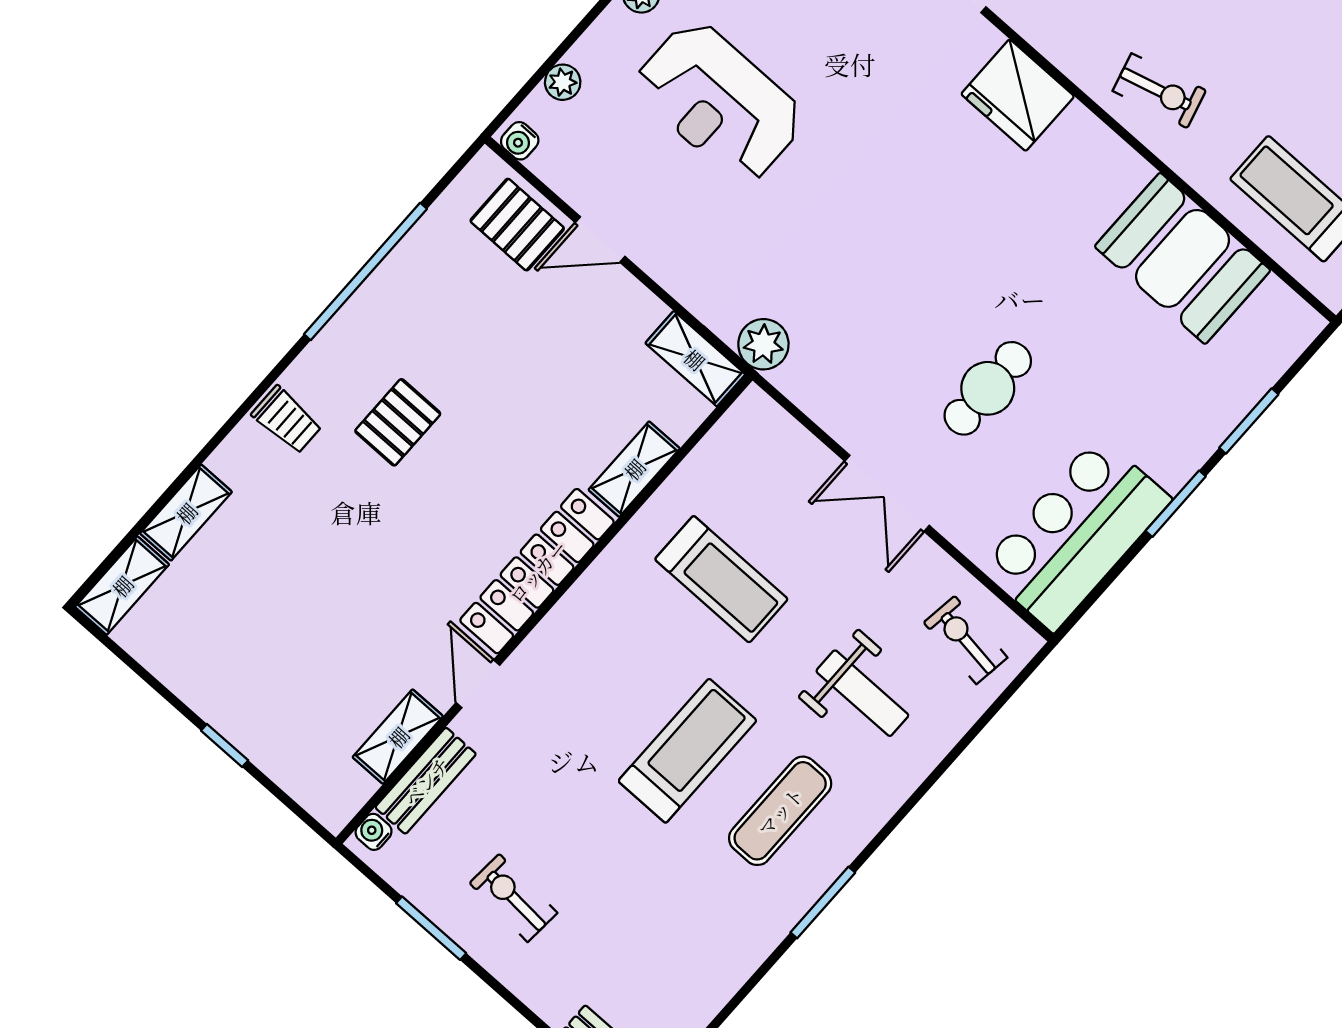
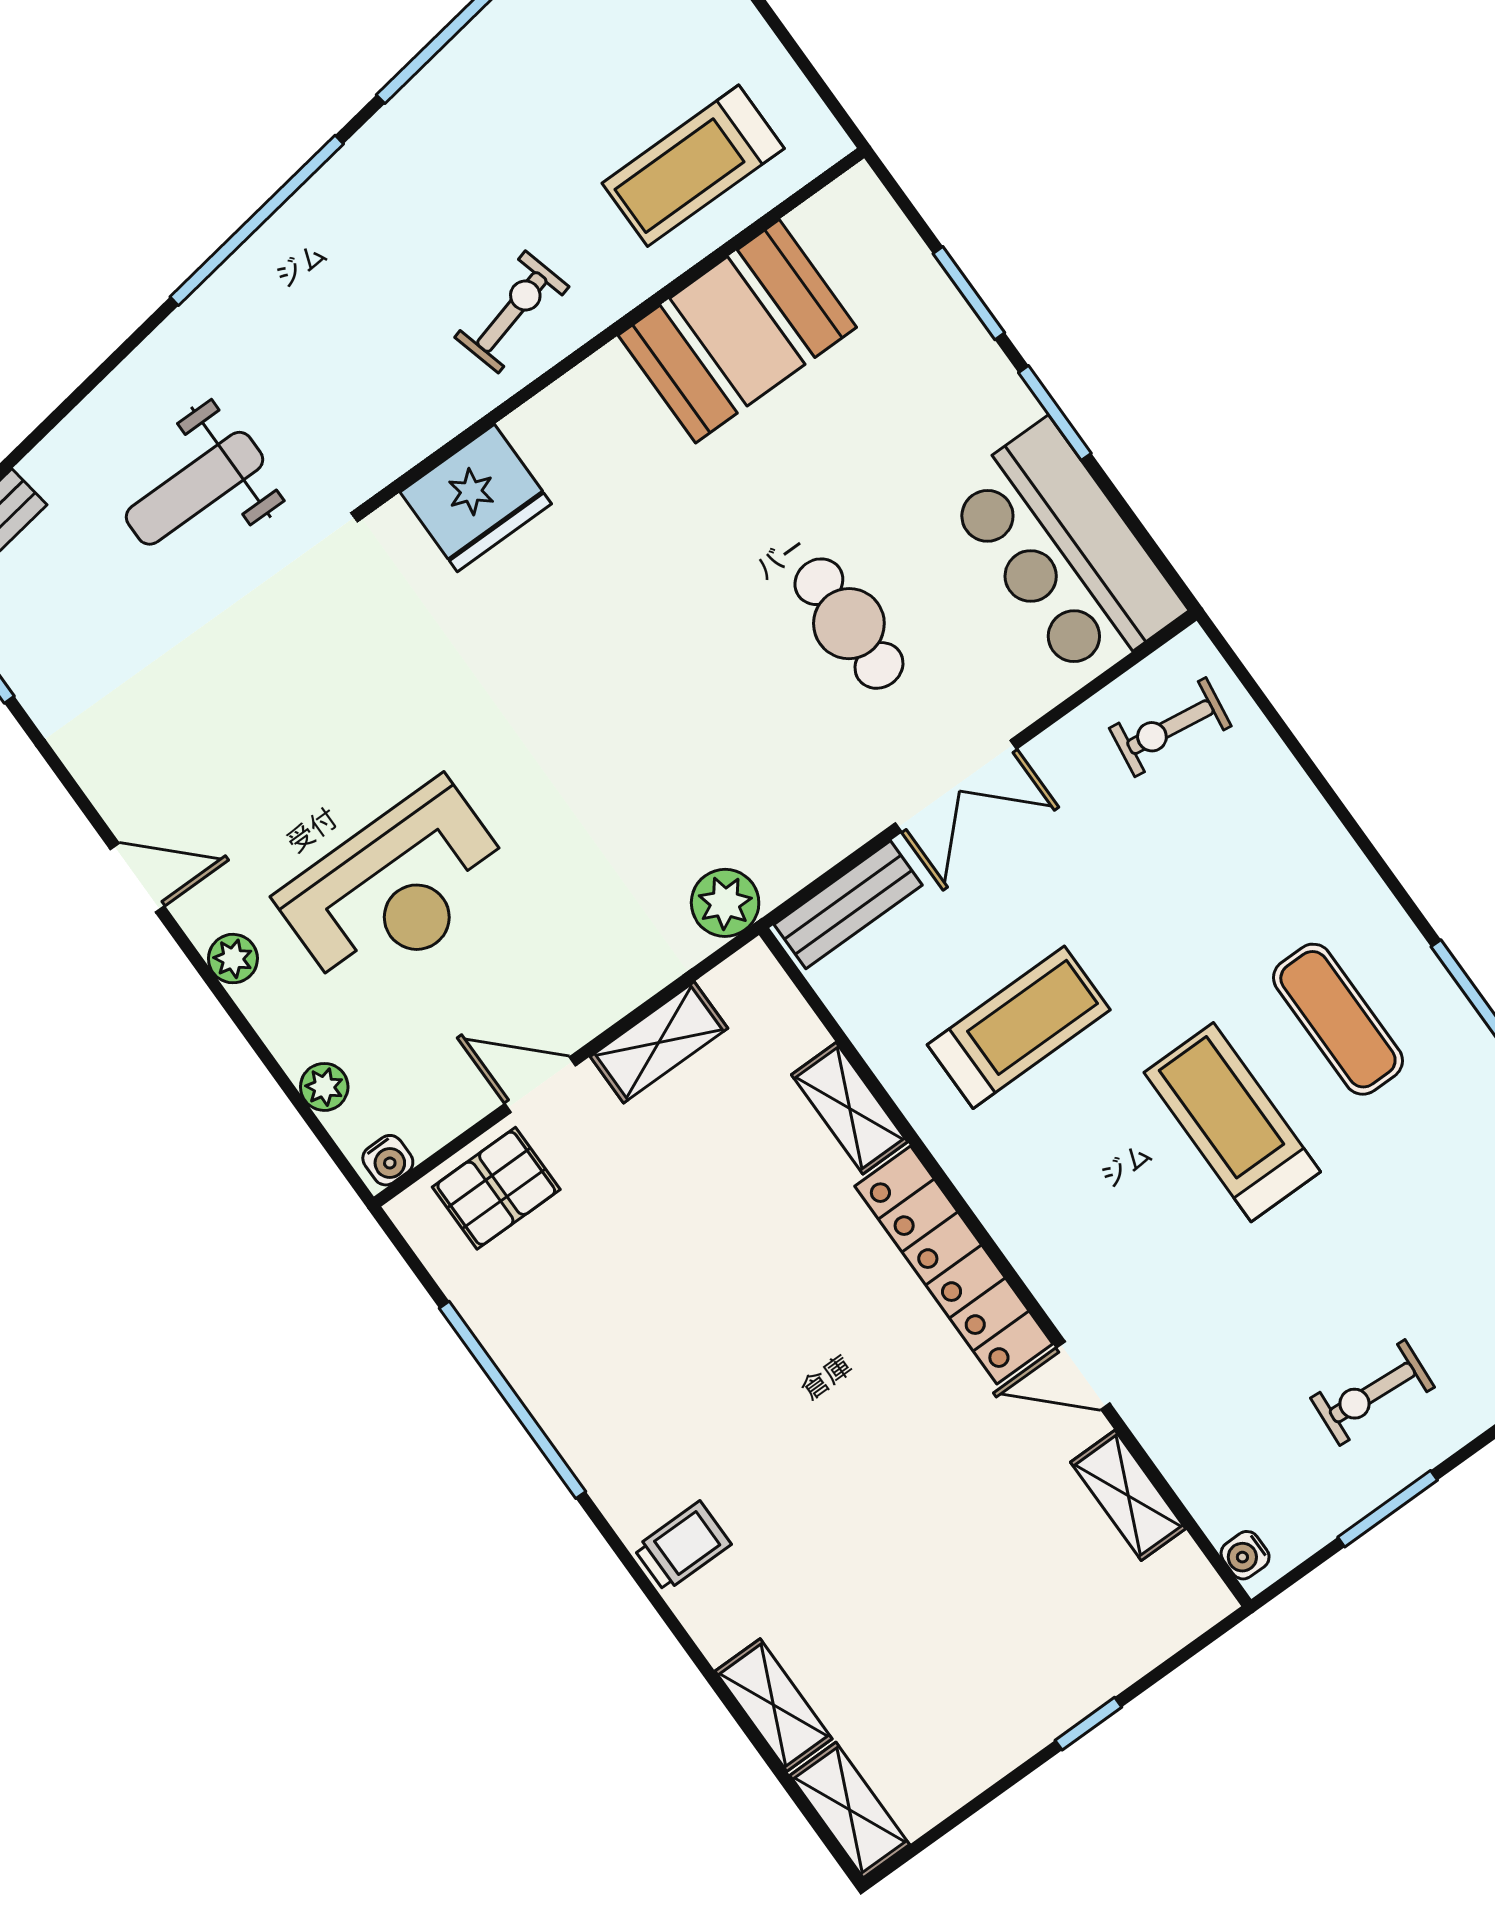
door: (600, 239) -> (540, 1085), swing flipped
shelving: (695, 359) -> (659, 1042), moved
pallet: (398, 422) -> (719, 1402), removed
weight bench: (862, 693) -> (1209, 877), removed
bench: (426, 781) -> (848, 905), moved, turned 90

